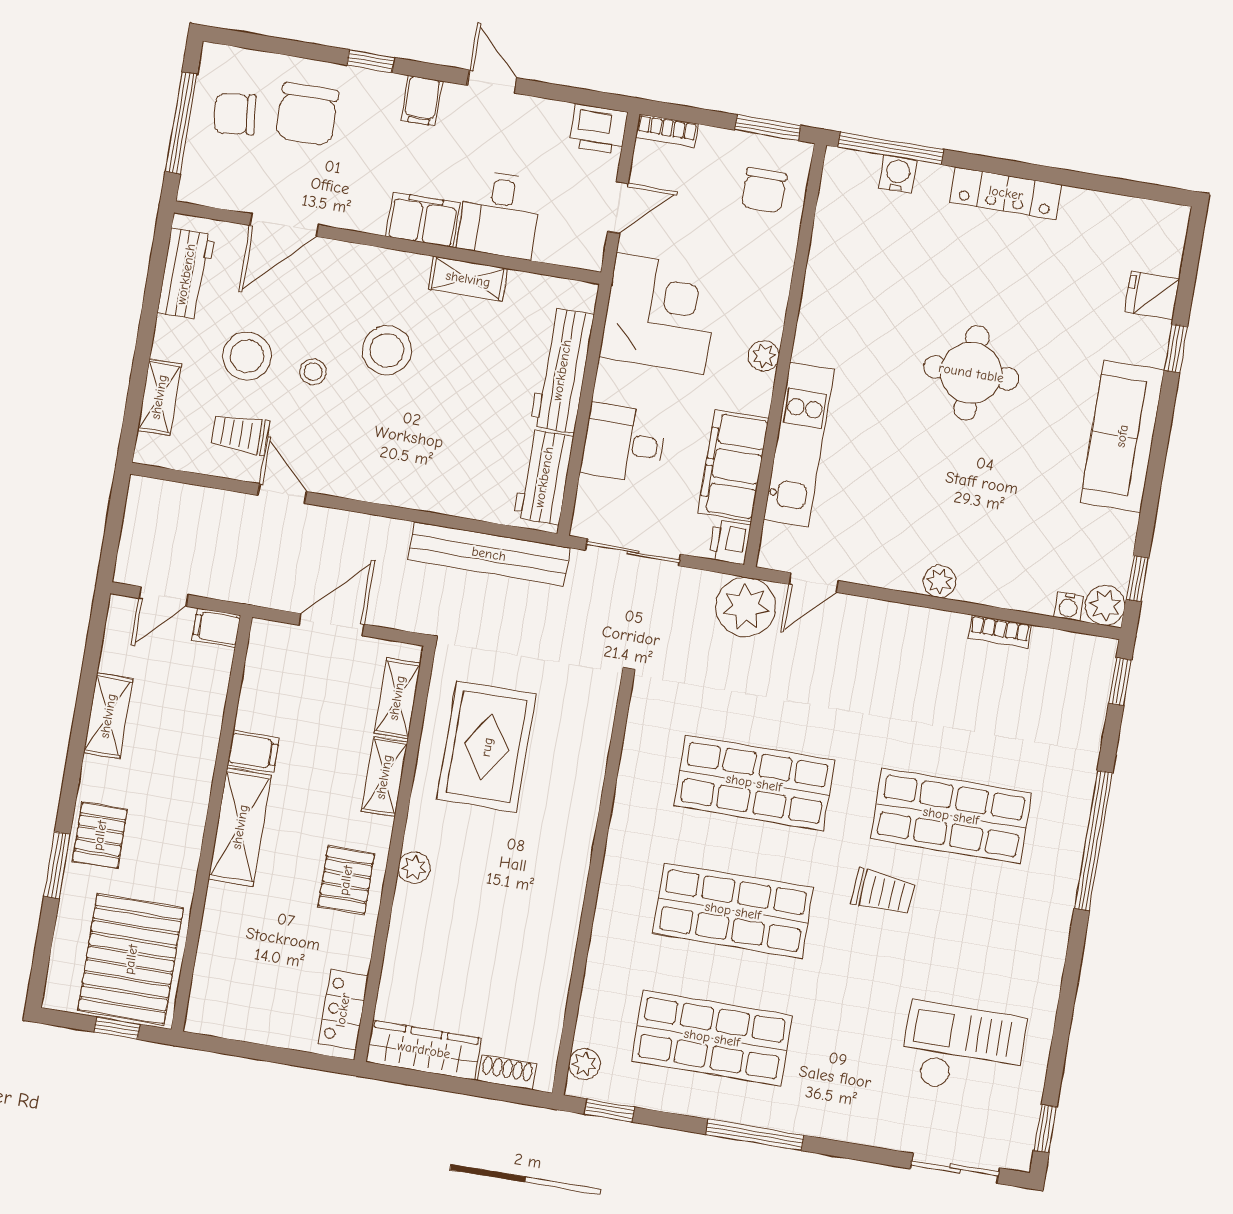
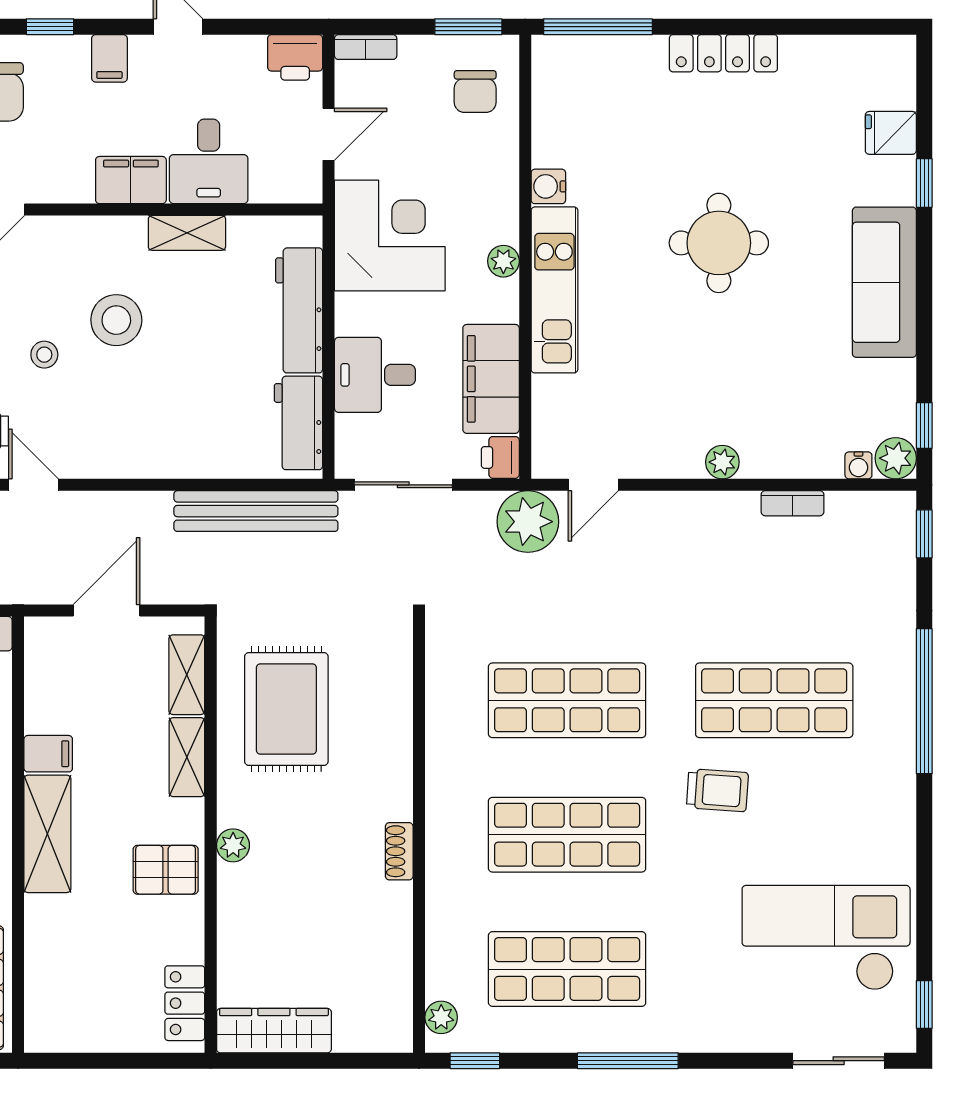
water cooler: (898, 174) -> (548, 186), moved, turned -90
kitchen unit: (799, 445) -> (554, 290), moved
pallet: (346, 880) -> (166, 870), turned 90
checkout: (963, 1050) -> (826, 938), width x1.36, depth x1.21
shoe rack: (507, 1072) -> (399, 851), moved, turned -90

